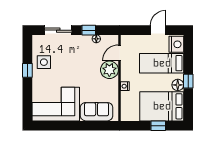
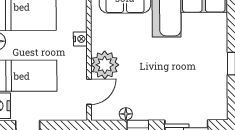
side table: (44, 62) -> (209, 77), removed

